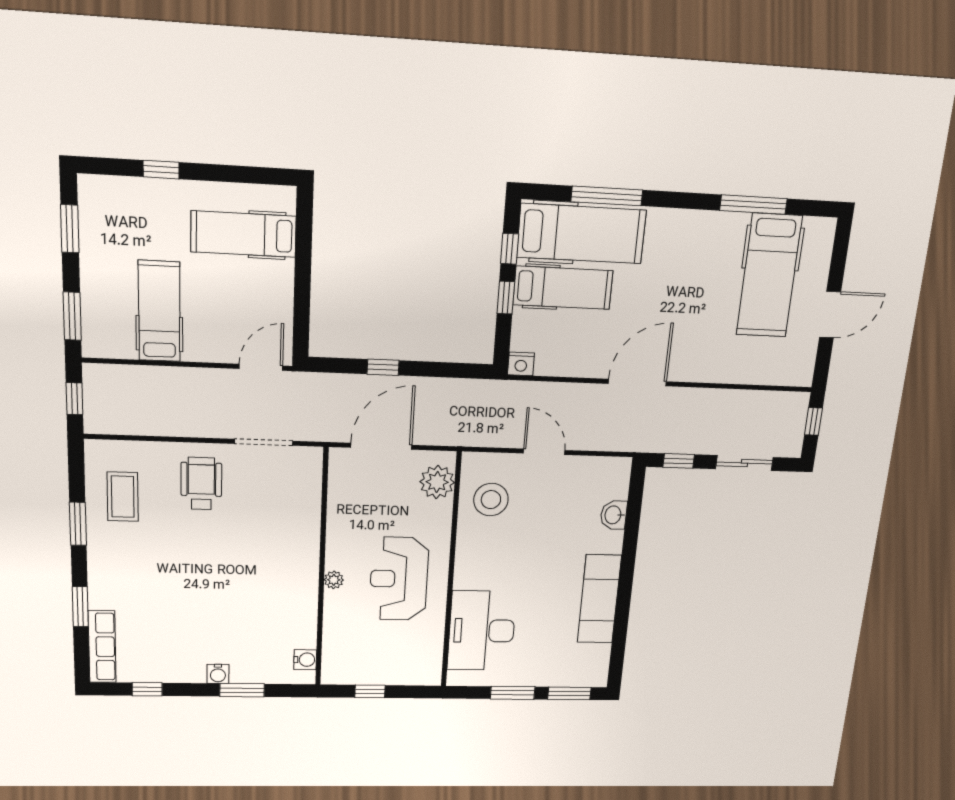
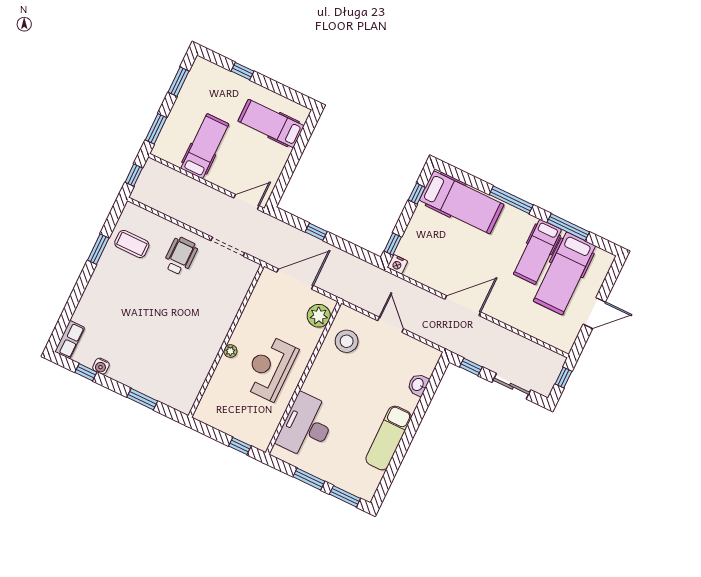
window: (607, 196) -> (511, 200), moved
hospital bed: (563, 288) -> (537, 252), moved, turned 90
window: (506, 298) -> (393, 244), moved
coffee table: (123, 497) -> (132, 244), turned 90
window: (80, 607) -> (74, 301), removed
row of seats: (102, 647) -> (70, 340), width x0.68
water cooler: (305, 660) -> (190, 396), removed
water cooler: (218, 674) -> (101, 366), moved
window: (370, 691) -> (240, 446), moved

